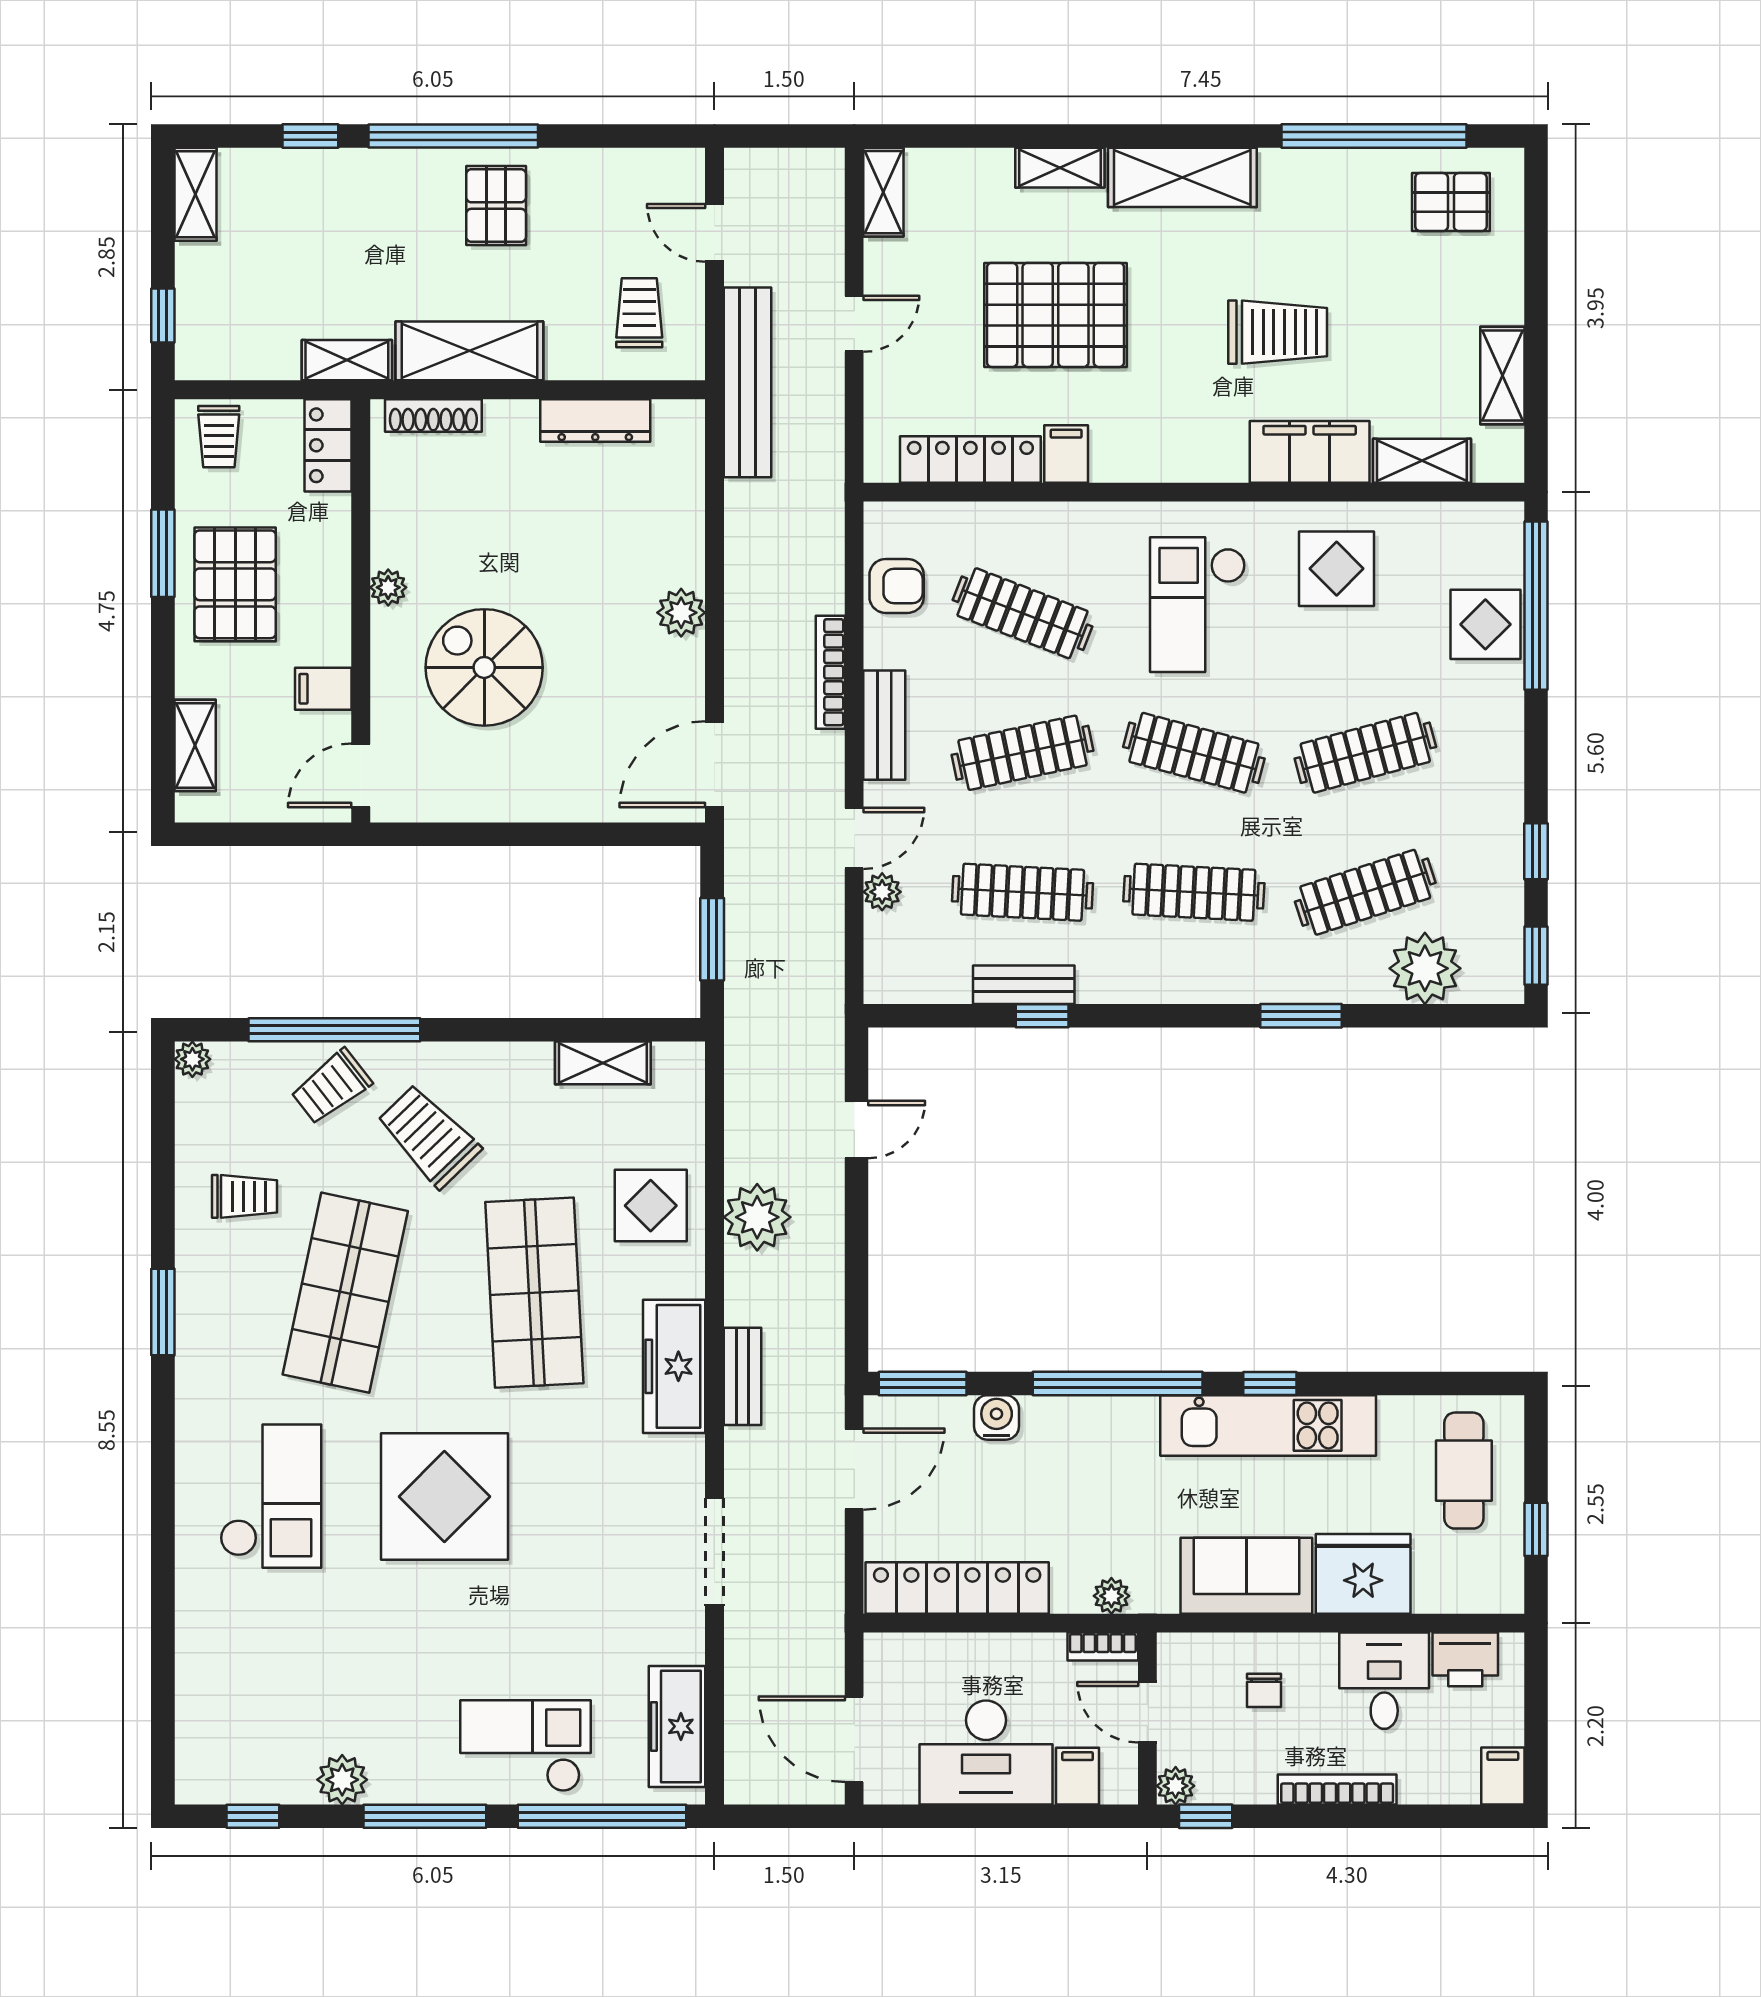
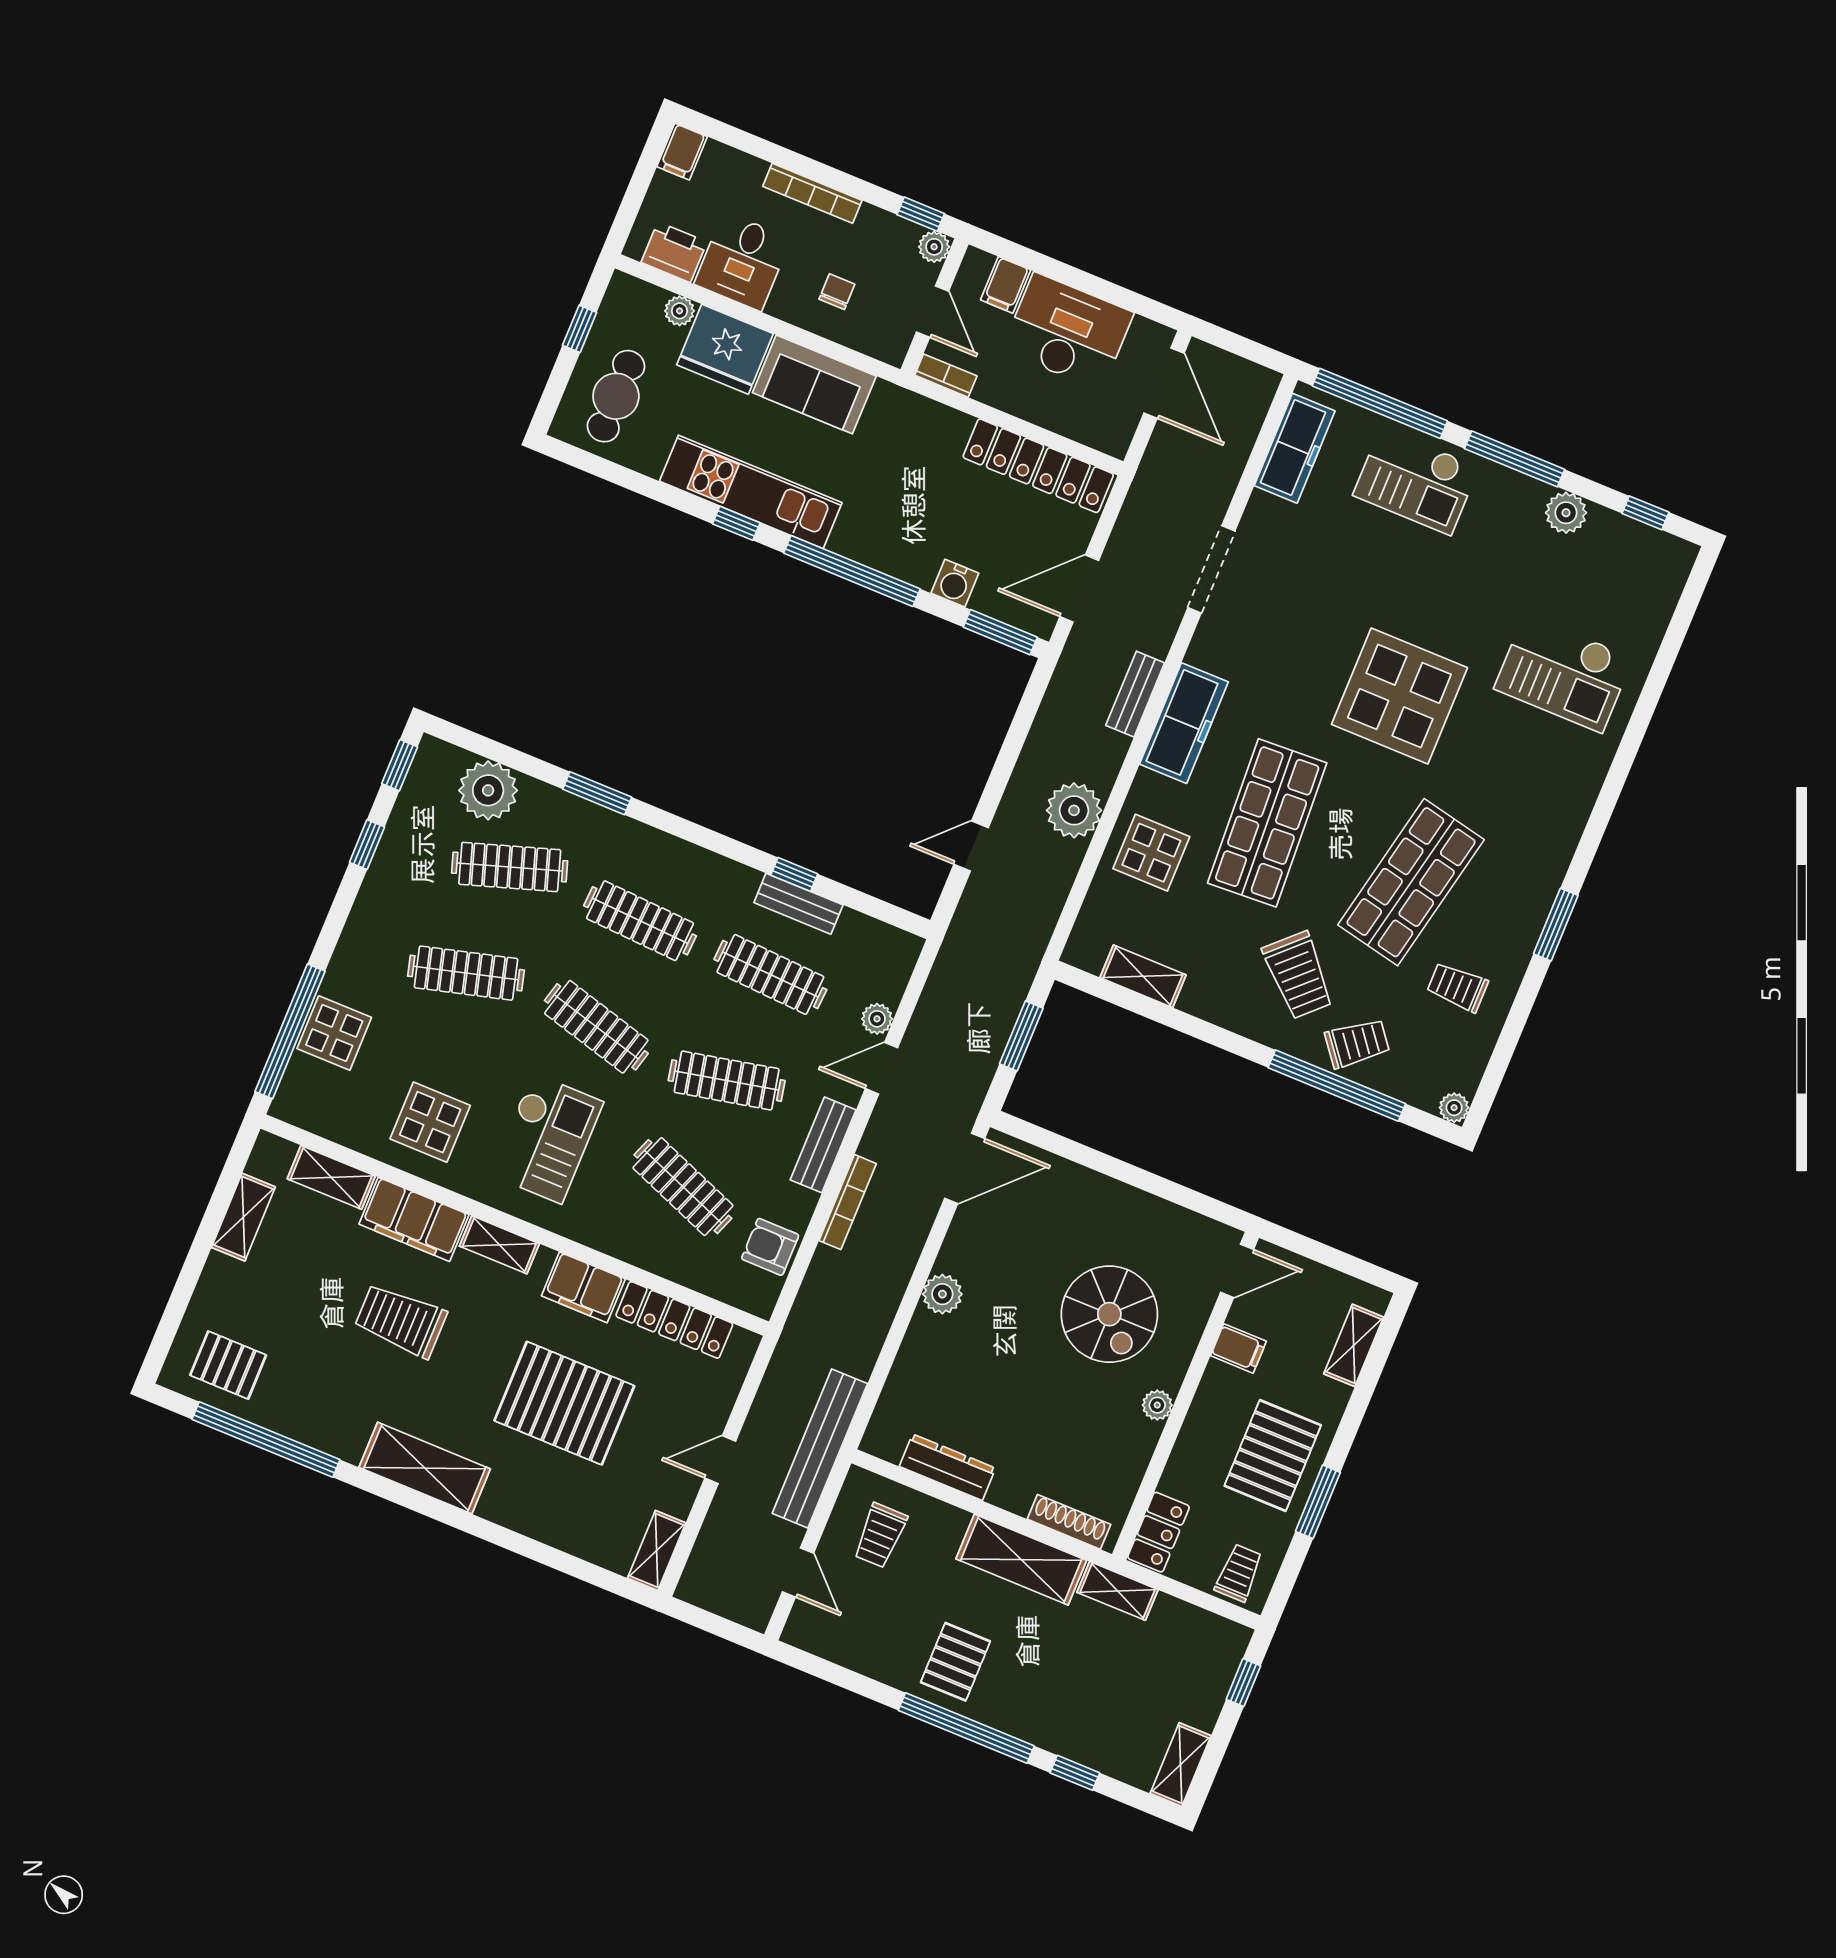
shelving: (1060, 168) -> (499, 1245), moved
filing cabinet: (1066, 454) -> (583, 1287), width x2.00
checkout: (271, 1496) -> (1564, 673), moved, turned -90
plant: (1111, 1596) -> (680, 311), moved

